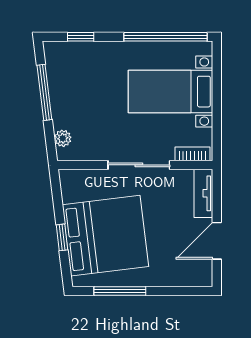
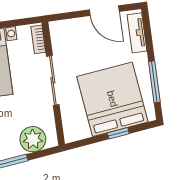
plant: (63, 138) -> (33, 139), width x1.88, depth x1.88
tv unit: (203, 193) -> (137, 33), moved, turned 90

